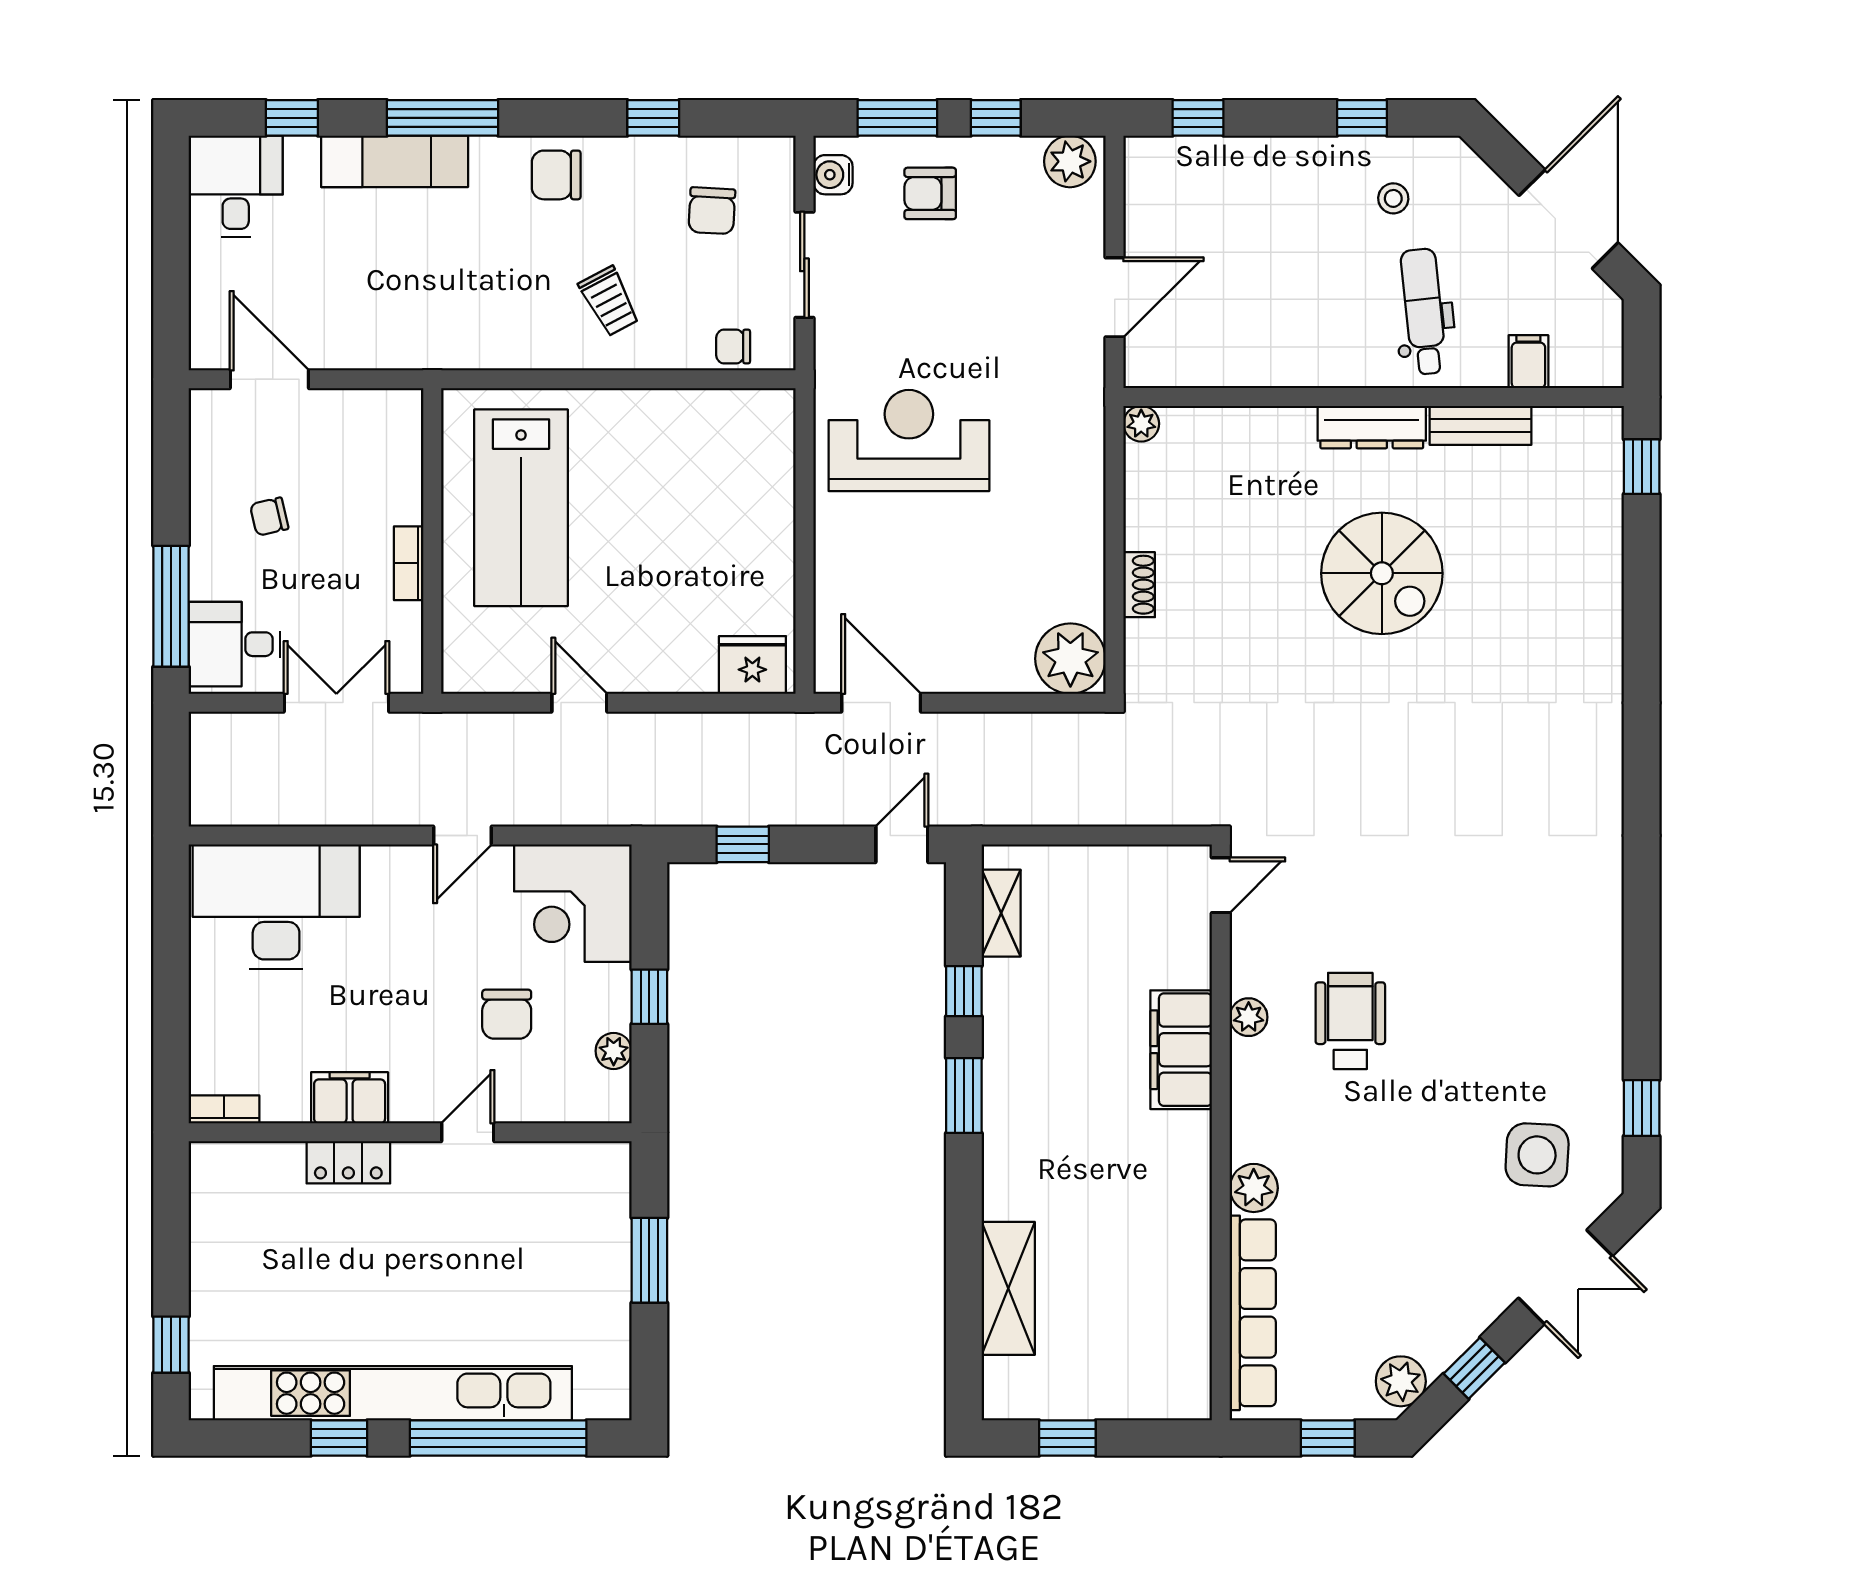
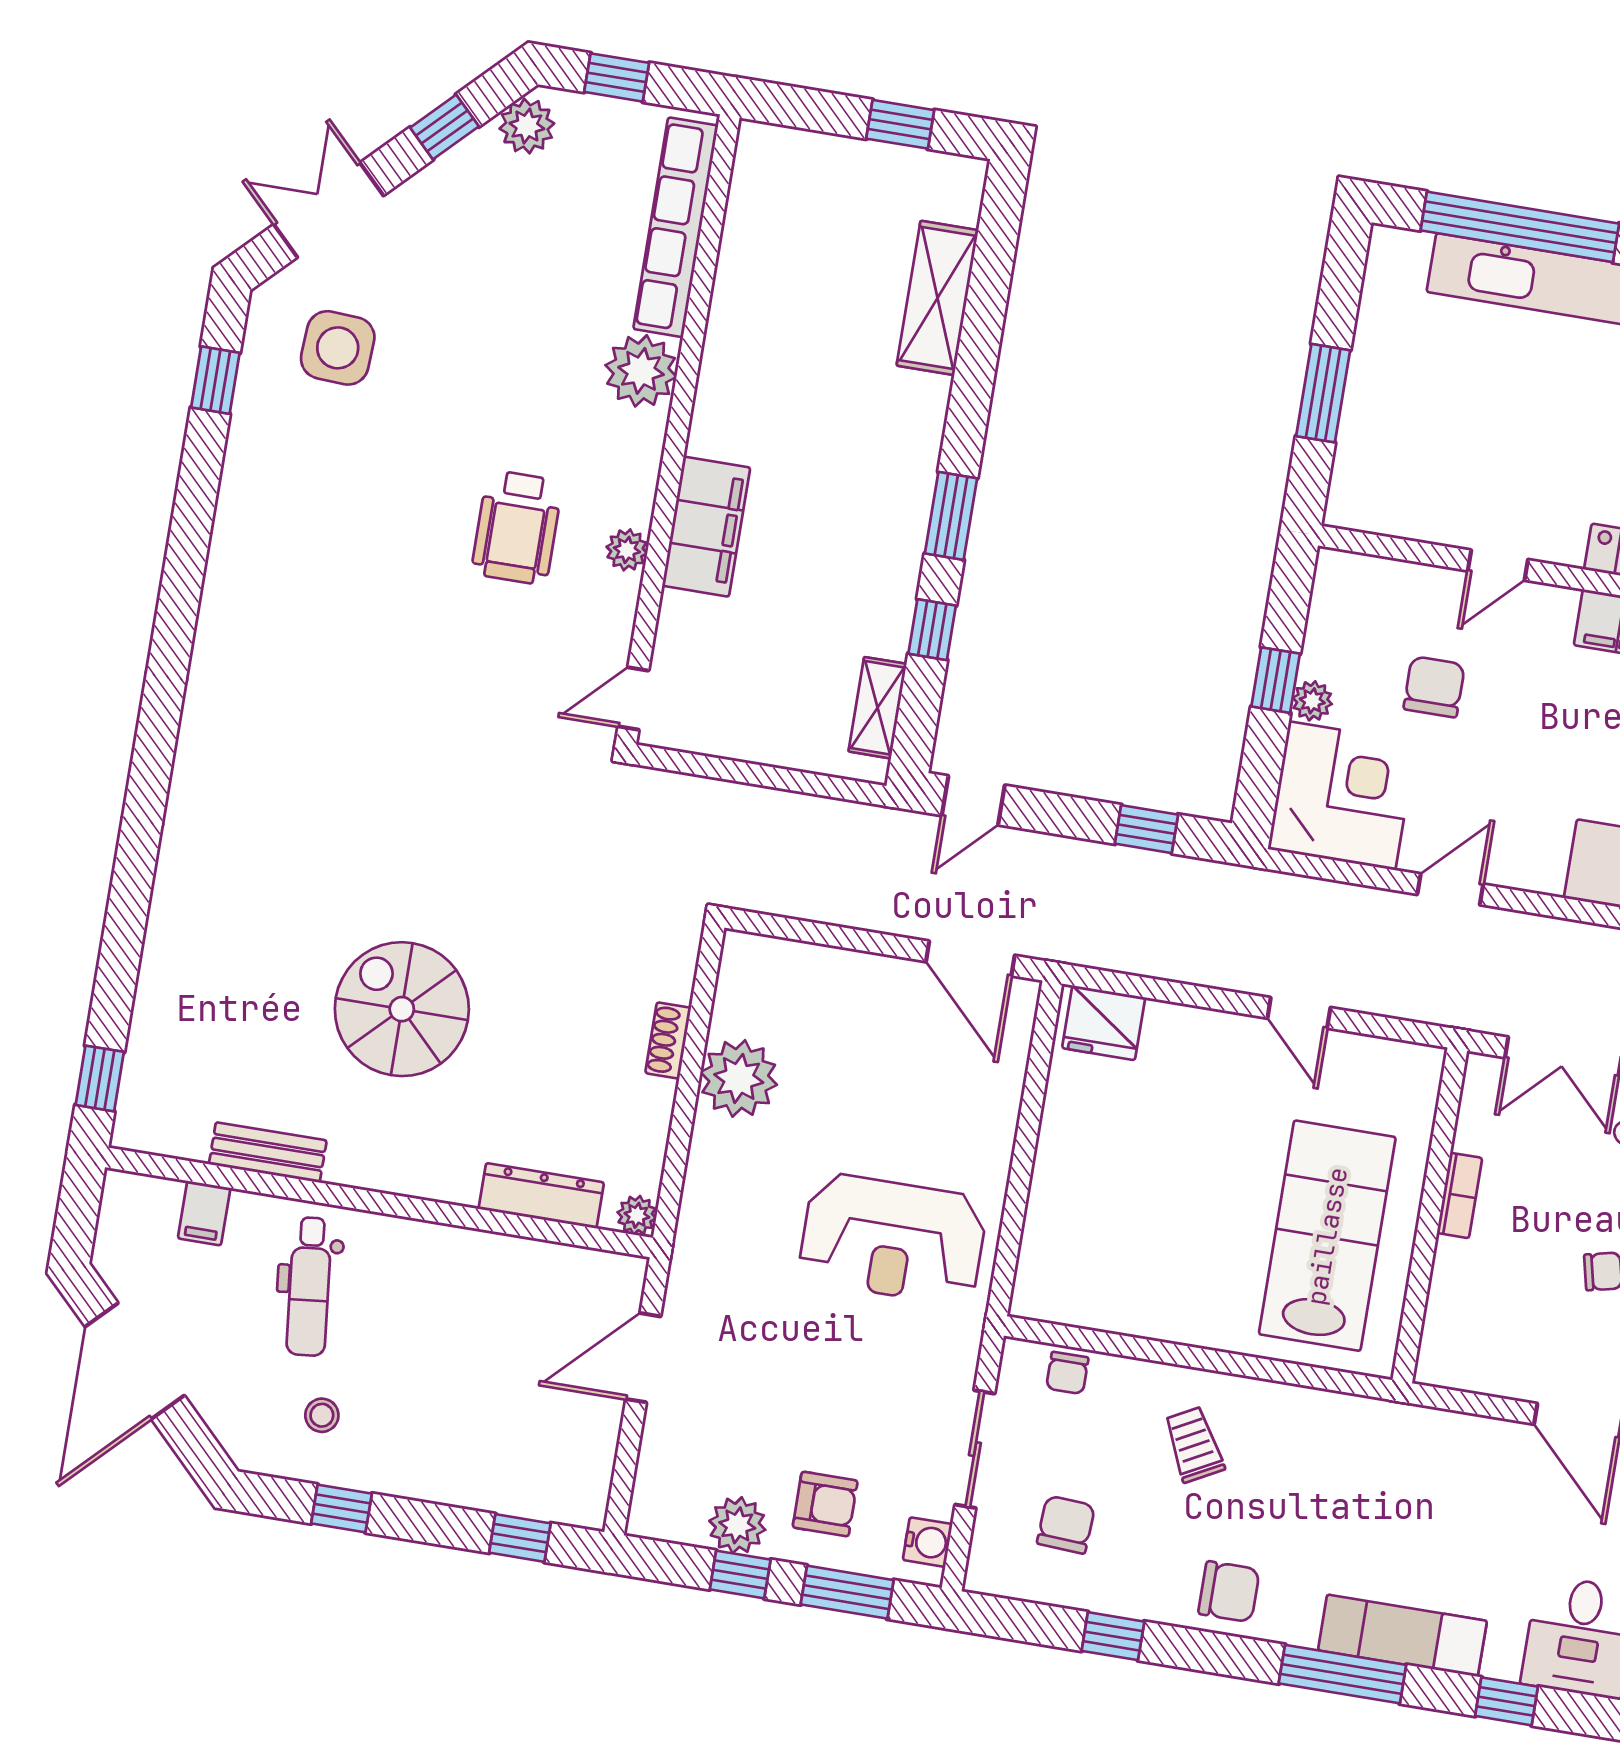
plant: (1070, 161) -> (737, 1525), moved
chair: (733, 347) -> (1067, 1373), turned 90
dresser: (1372, 427) -> (541, 1196), moved
plant: (1070, 659) -> (739, 1078), moved
plant: (614, 1051) -> (1312, 701), moved
plant: (1254, 1188) -> (641, 371), width x1.36, depth x1.36

